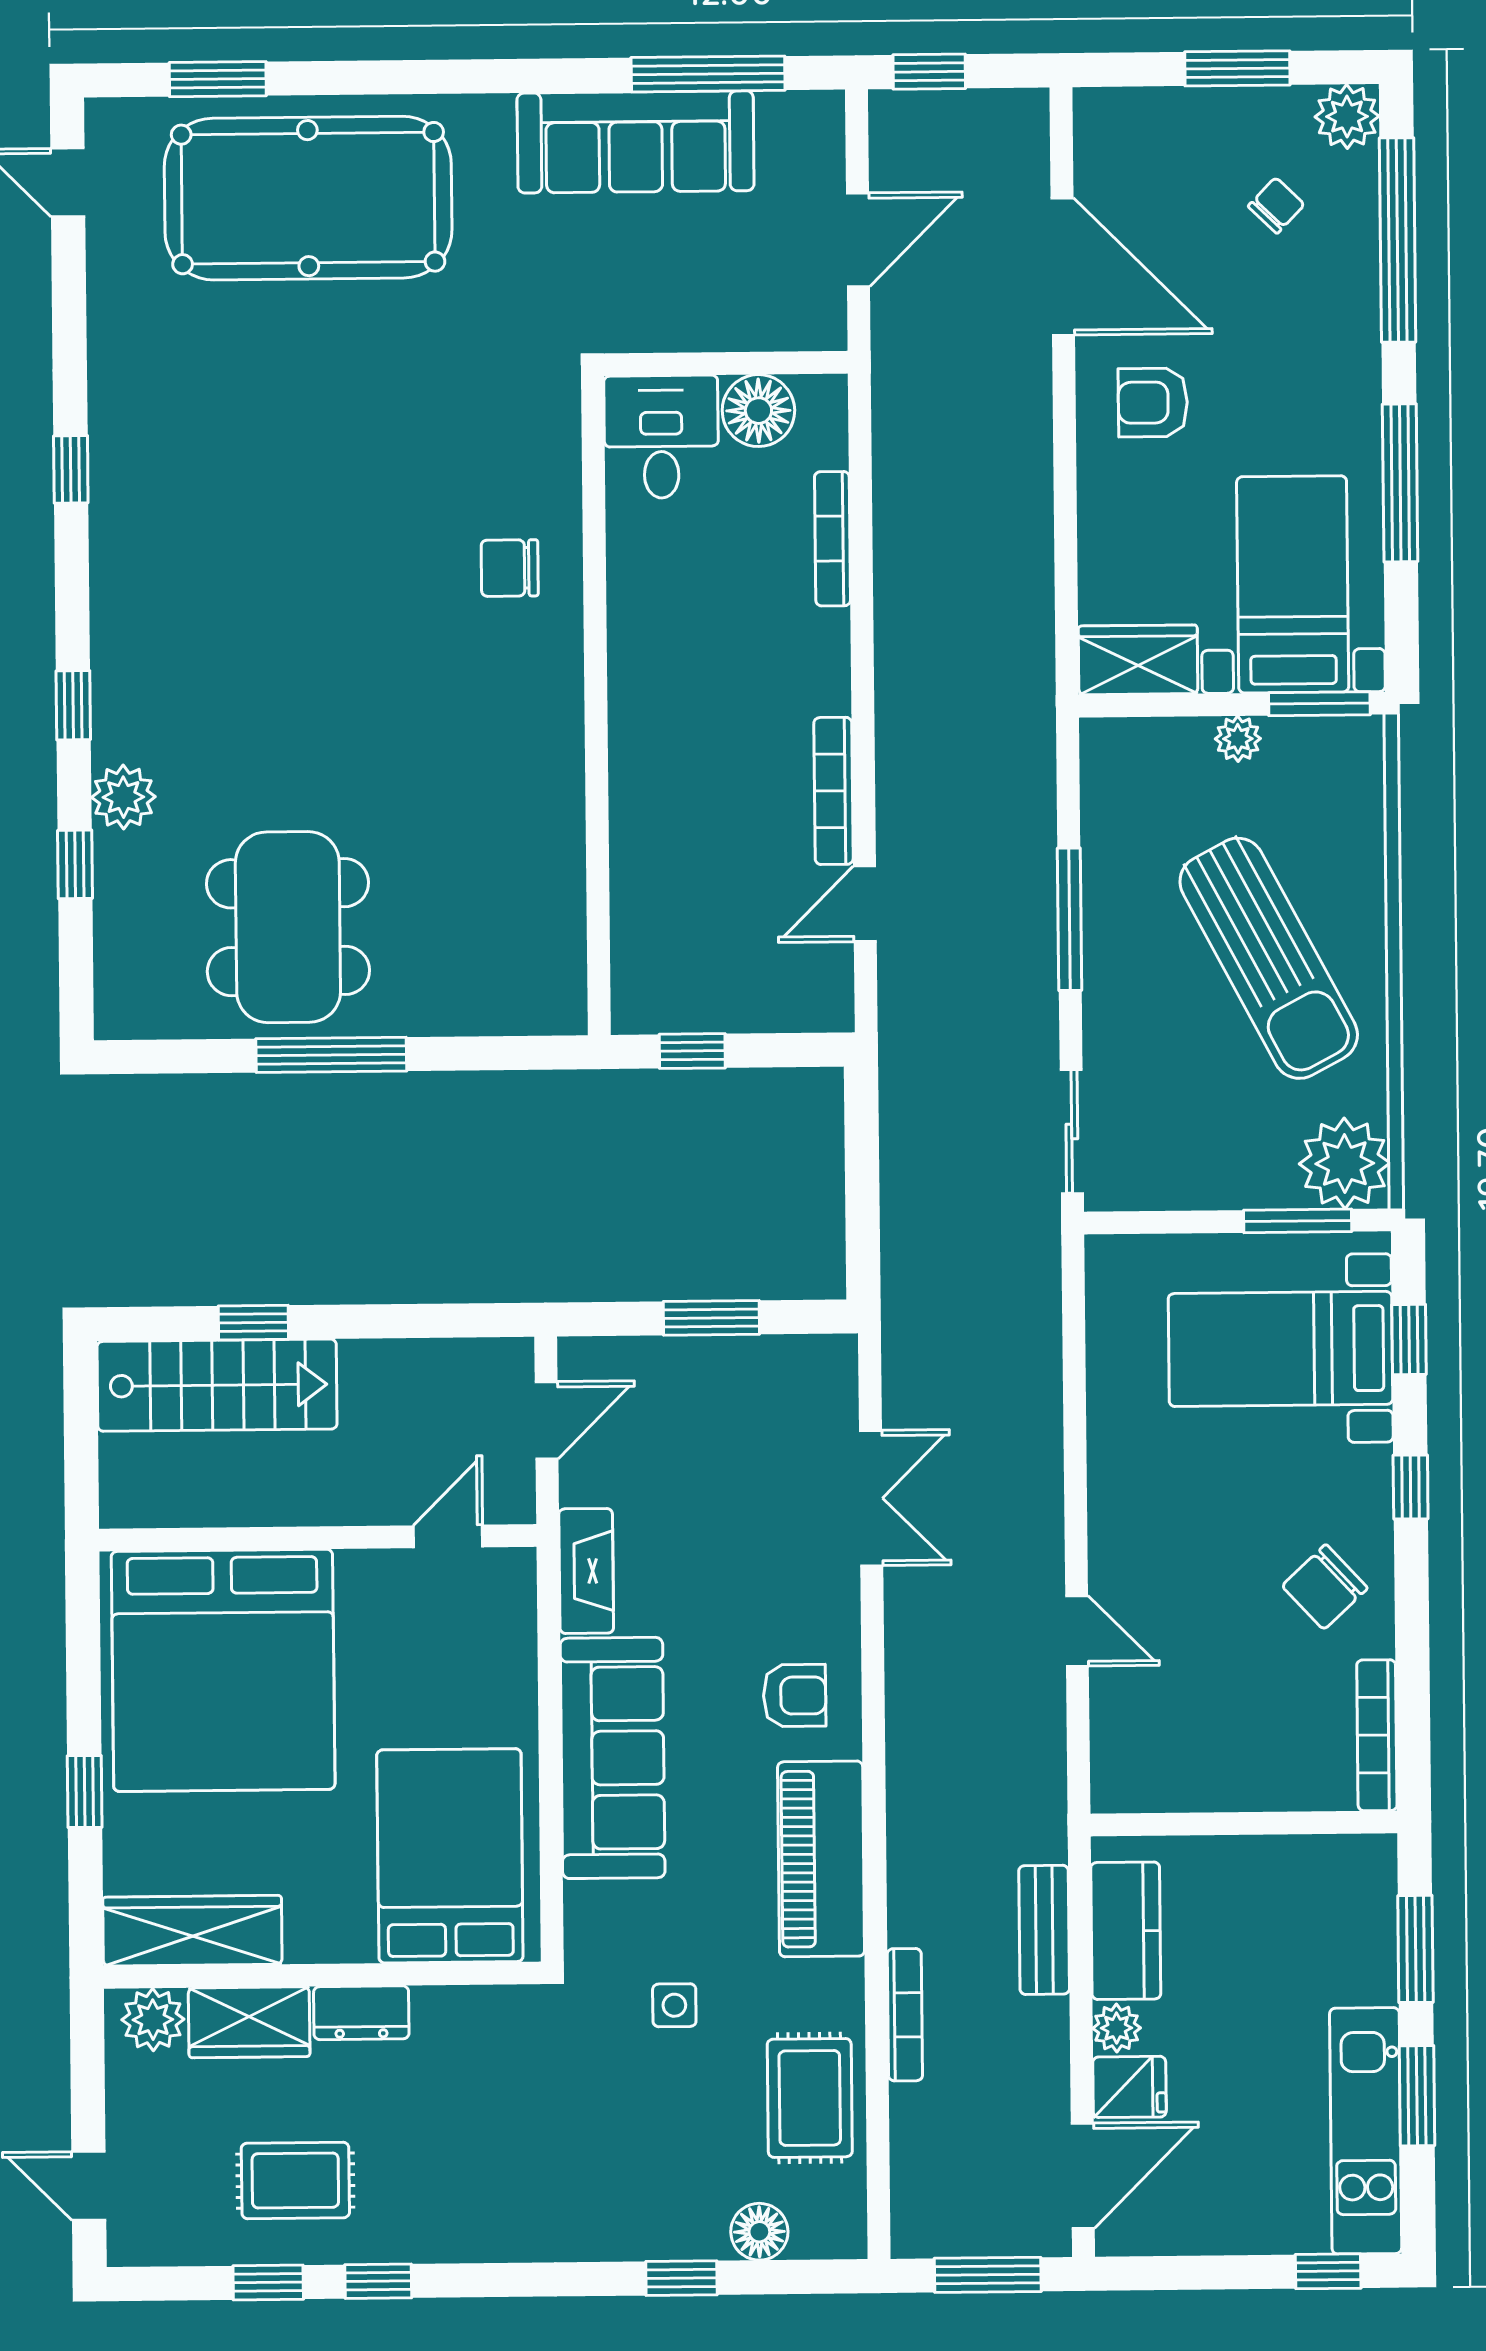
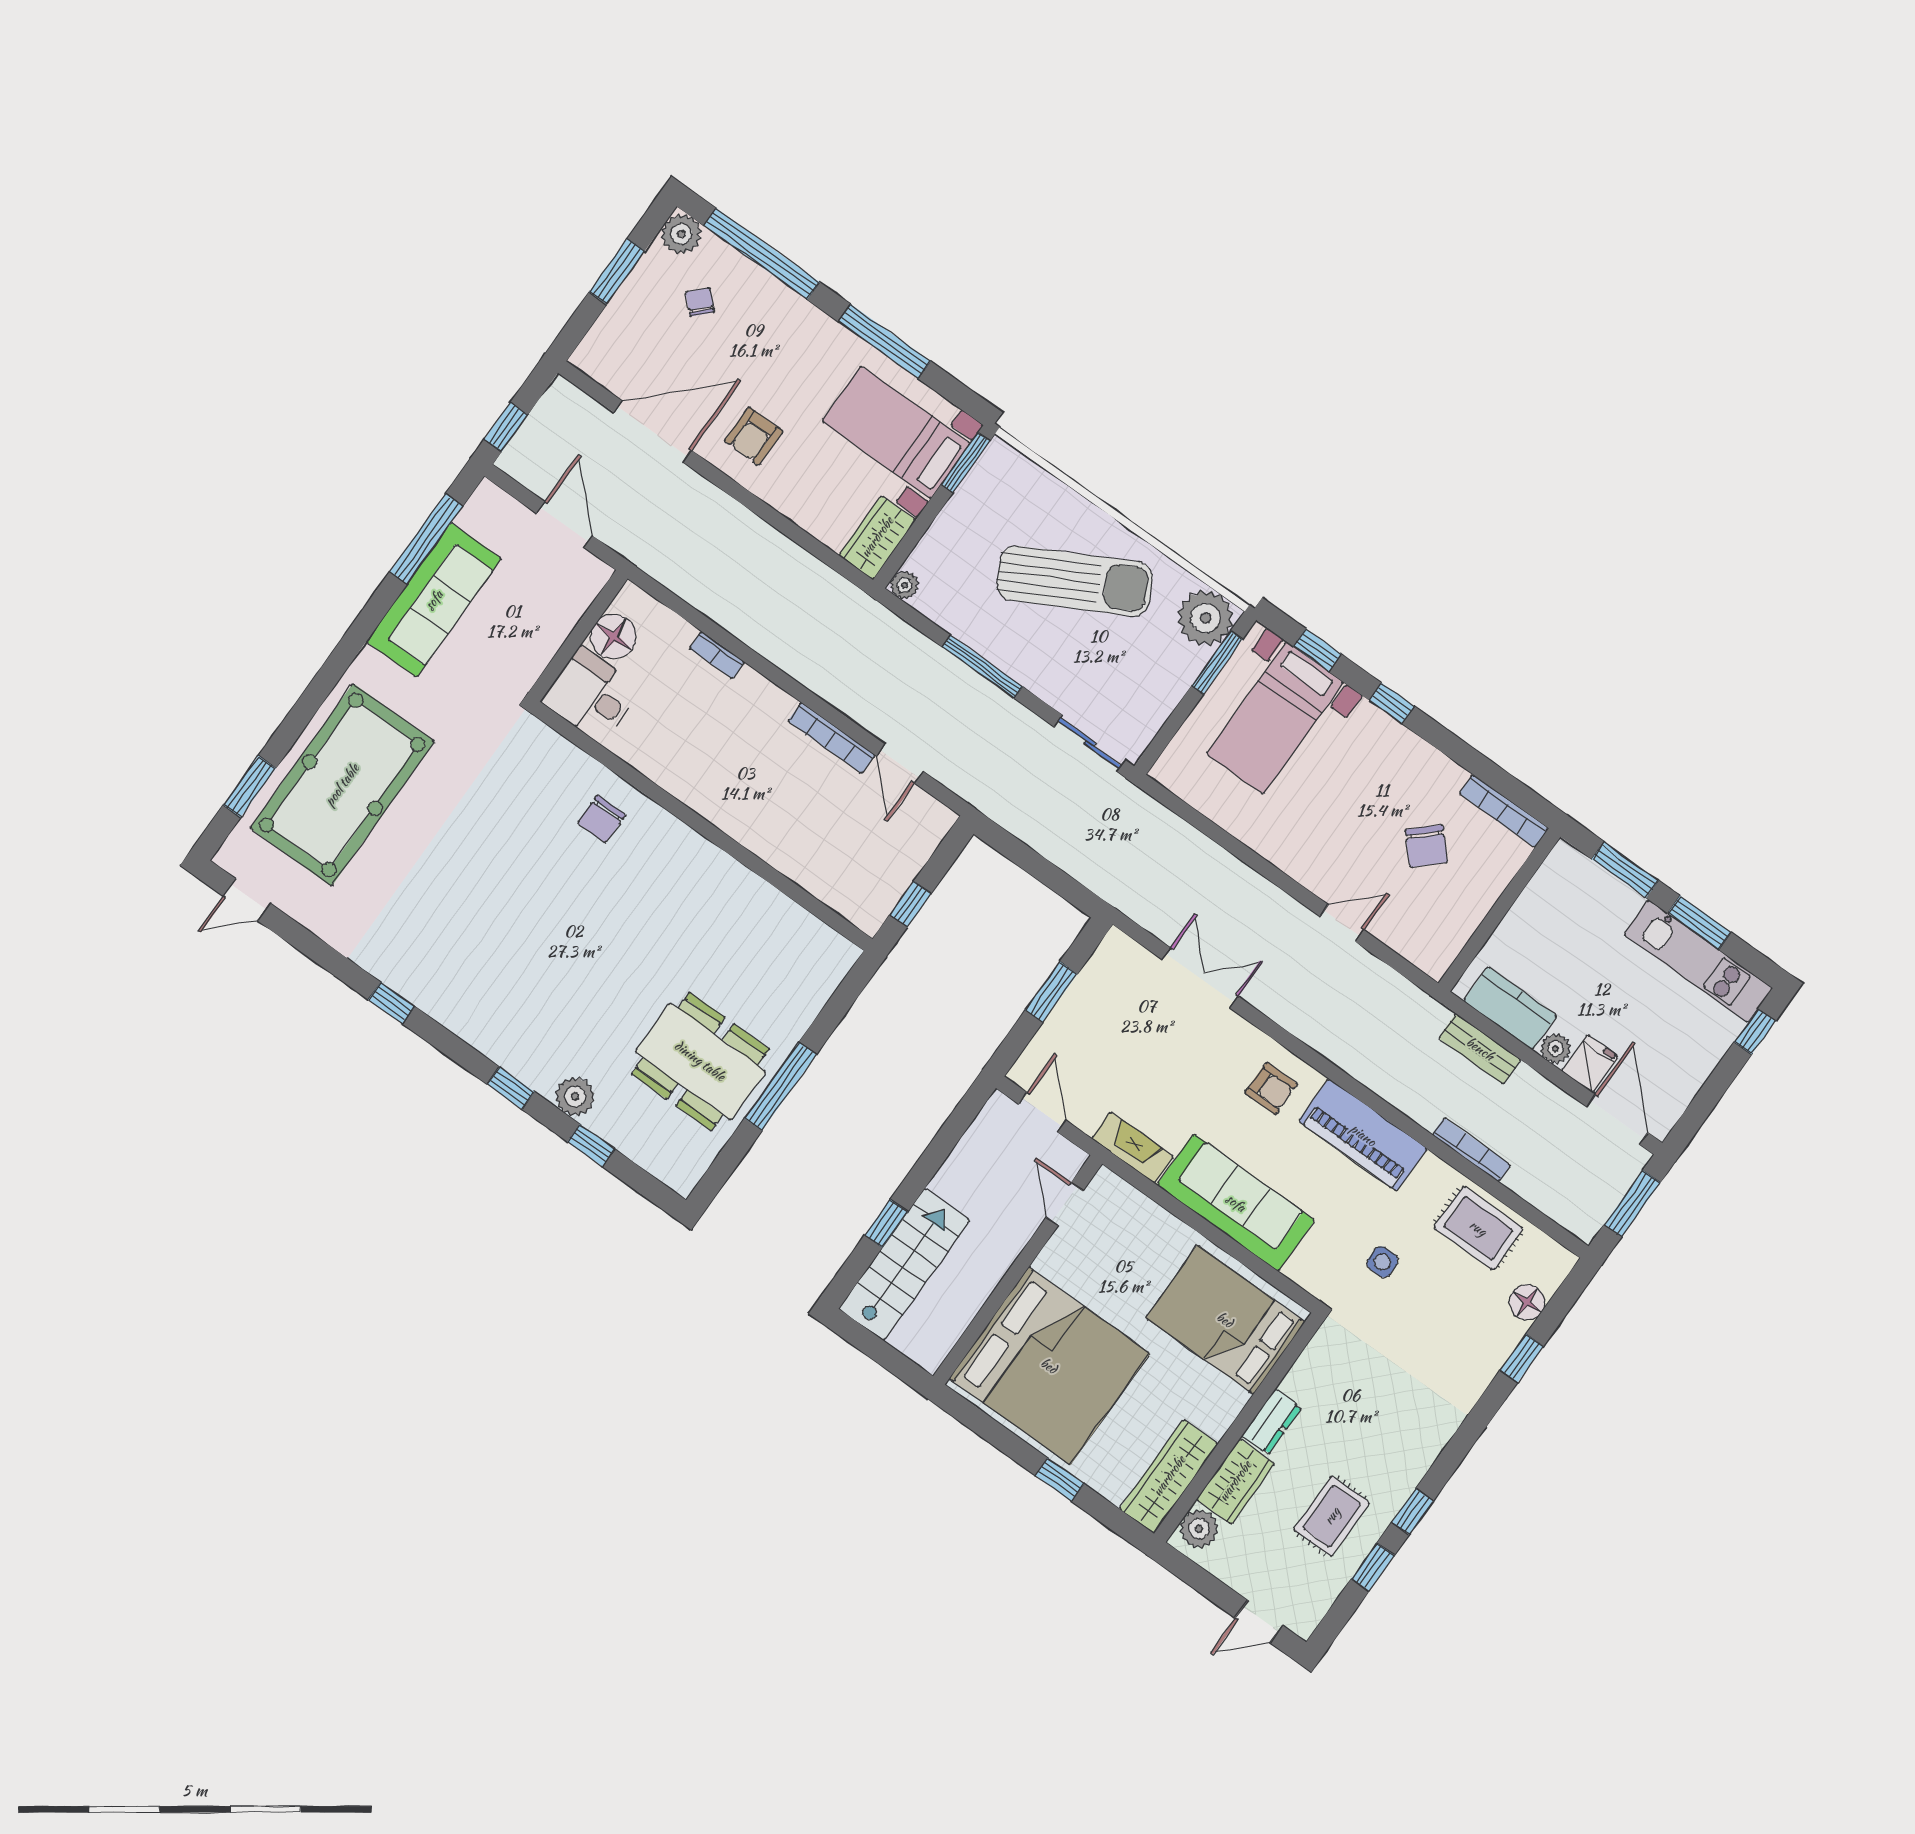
bookcase: (832, 539) -> (717, 655), width x0.64
plant: (1238, 739) -> (904, 585), moved
chair: (1325, 1587) -> (1426, 846), moved
armchair: (795, 1696) -> (1271, 1088), turned 90

